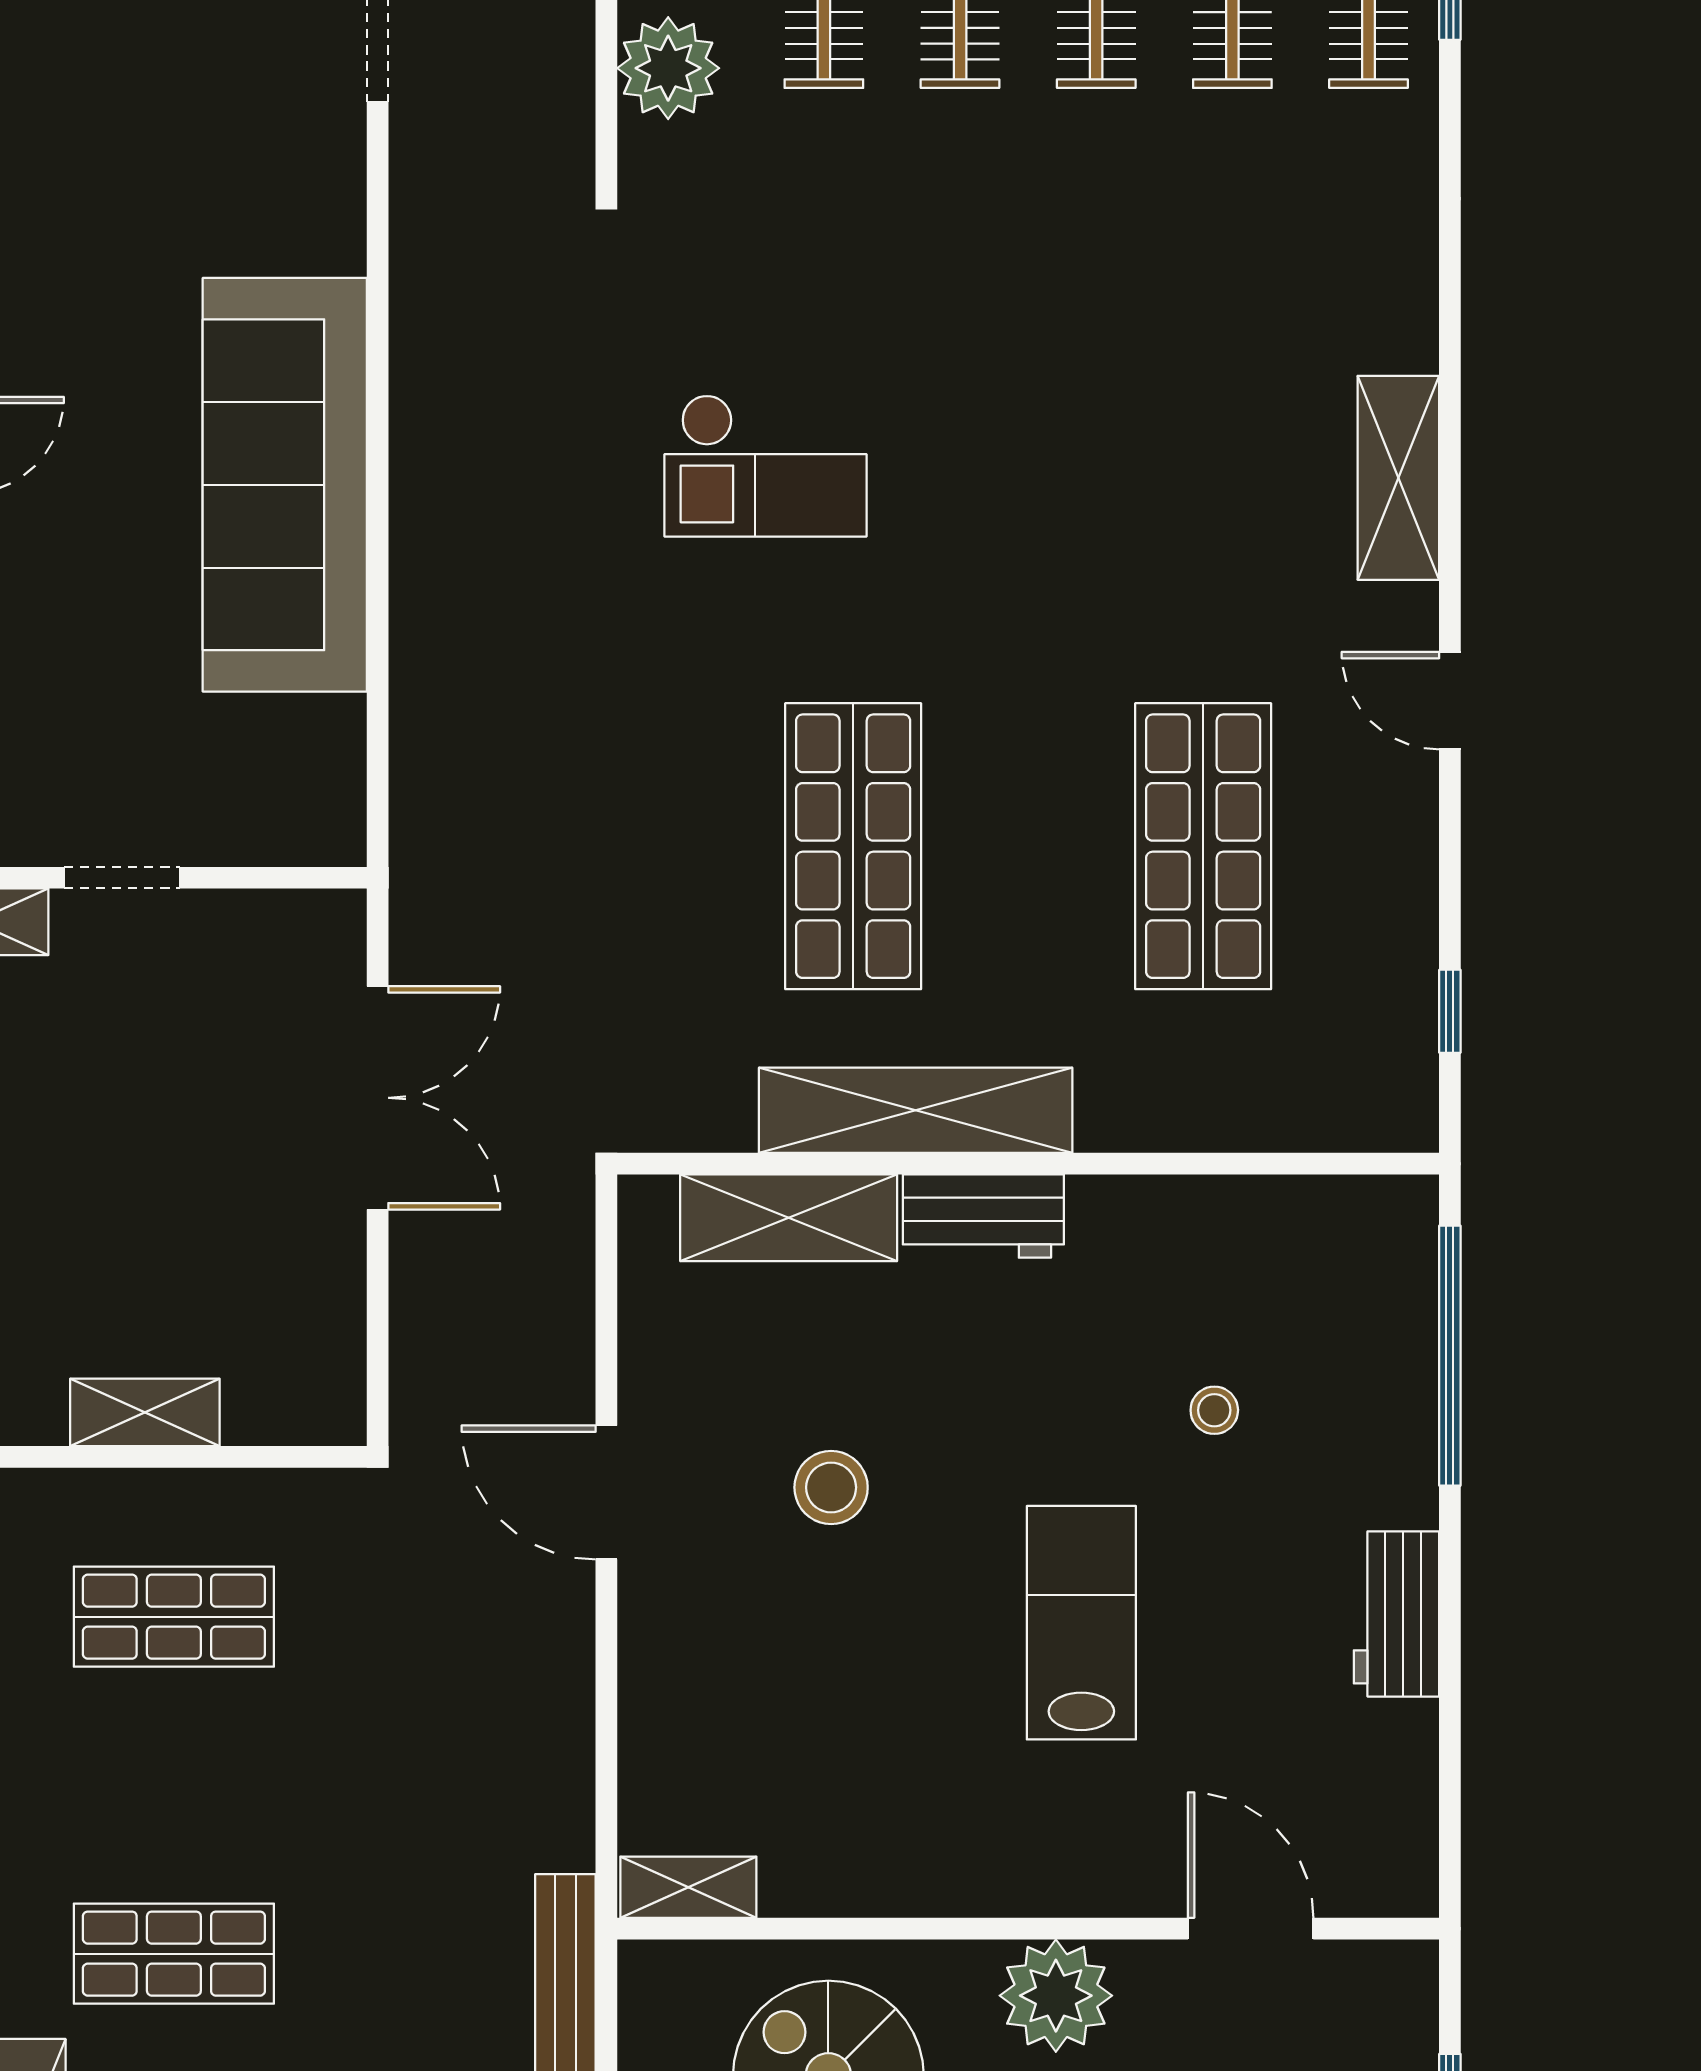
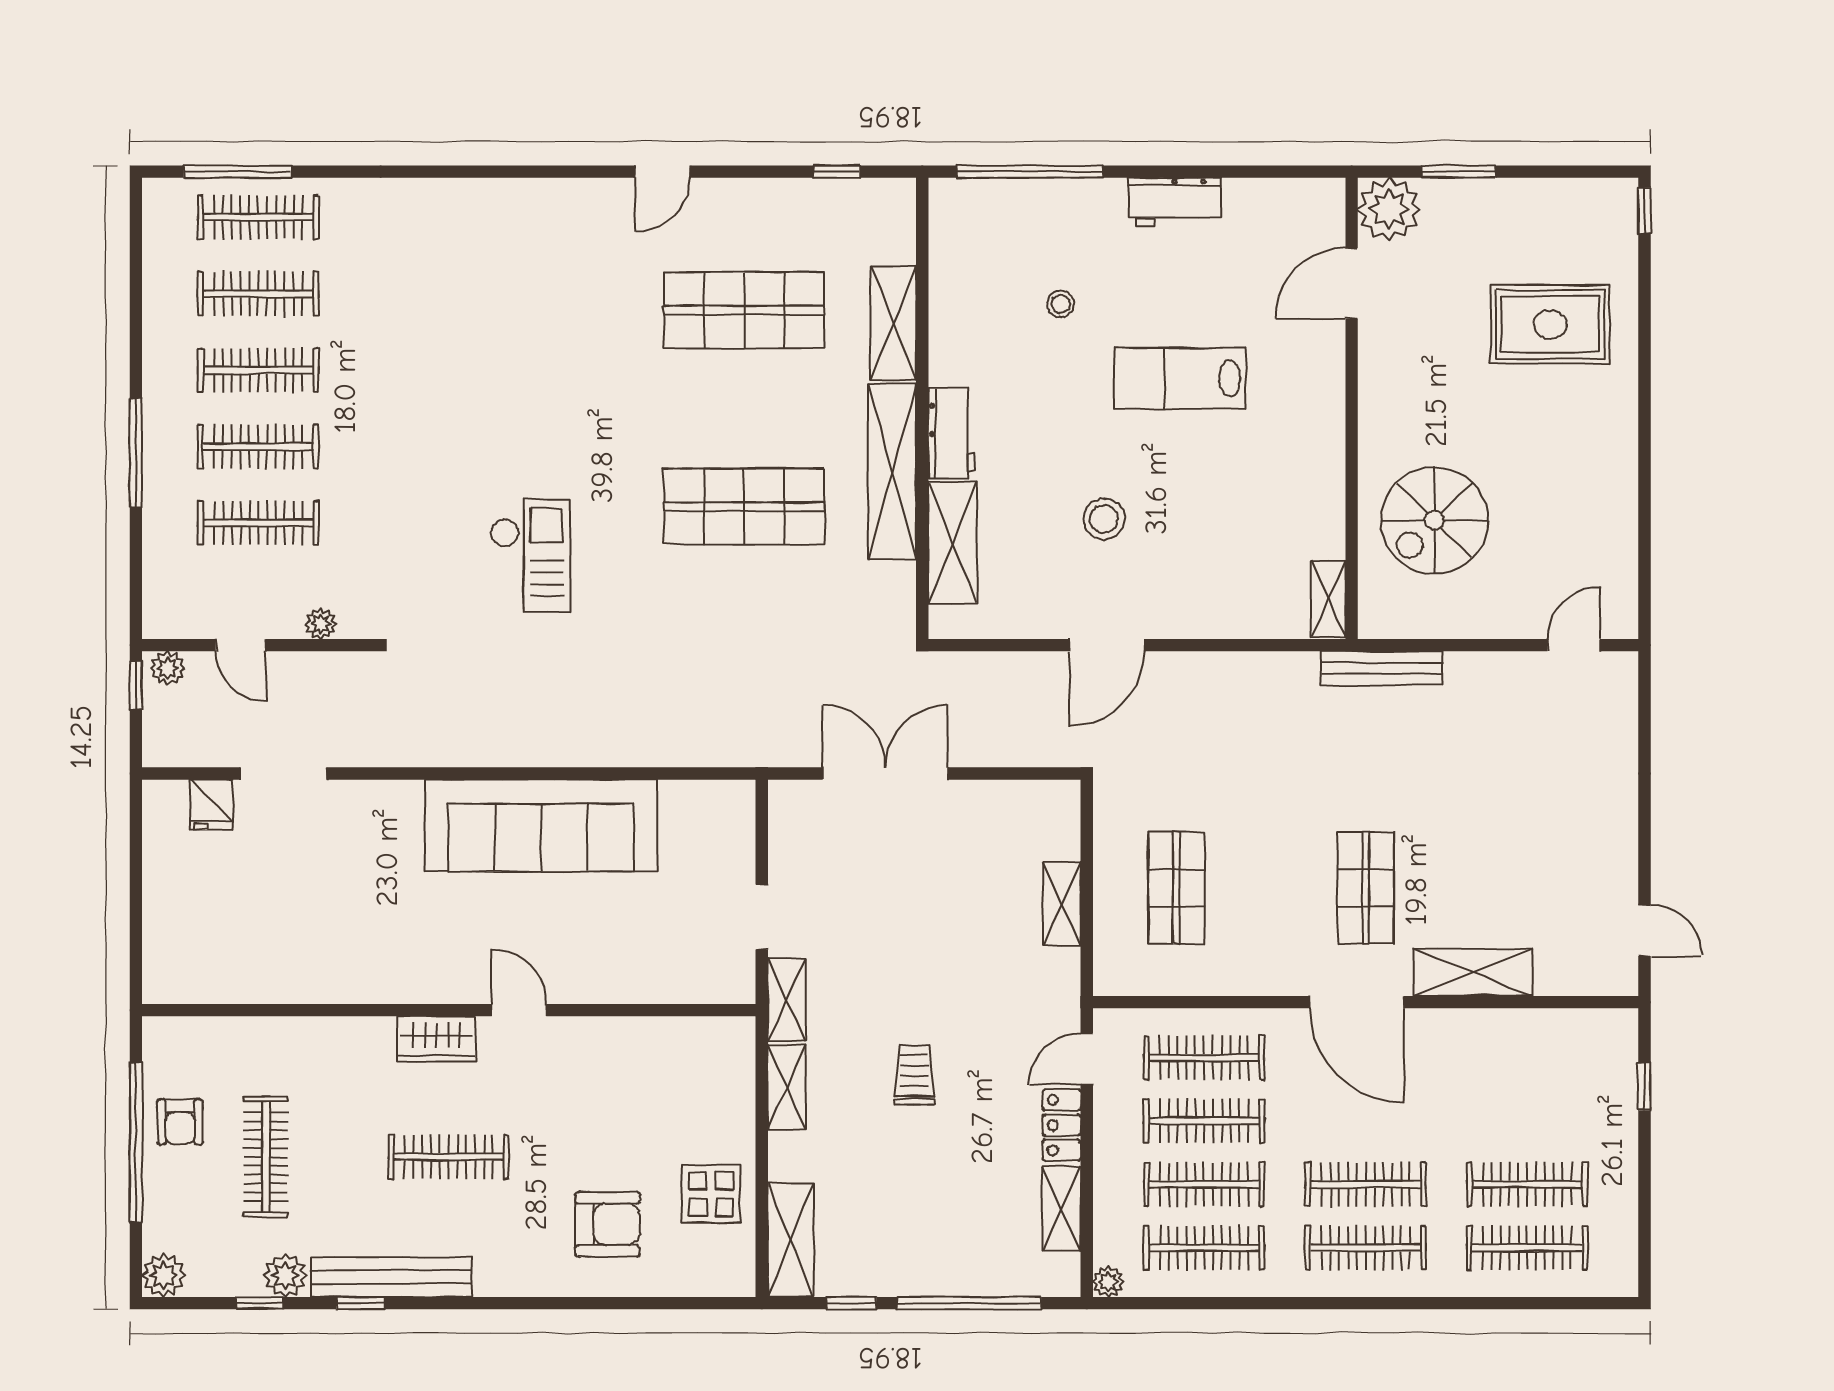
plant: (668, 68) -> (321, 624), width x0.53, depth x0.53
shelving: (1398, 478) -> (893, 323), moved, turned 90
plant: (1056, 1996) -> (1389, 209), moved

